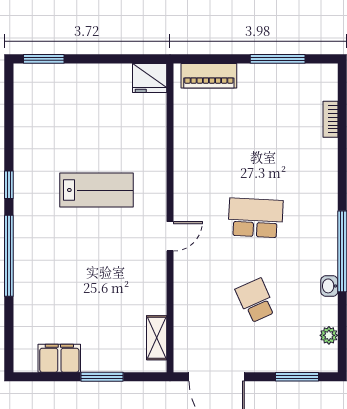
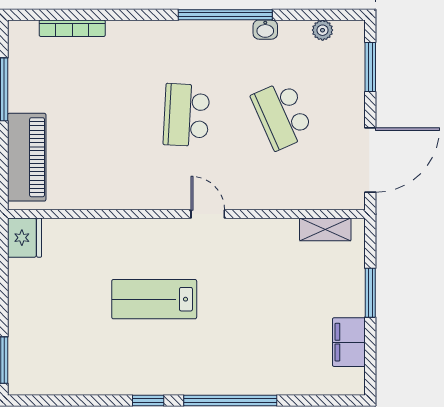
piano: (209, 76) -> (27, 157), width x1.37, depth x1.33
bookcase: (330, 119) -> (72, 28), width x1.56
lab bench: (96, 190) -> (154, 299), turned -90
school desk: (256, 301) -> (282, 115), width x1.85

